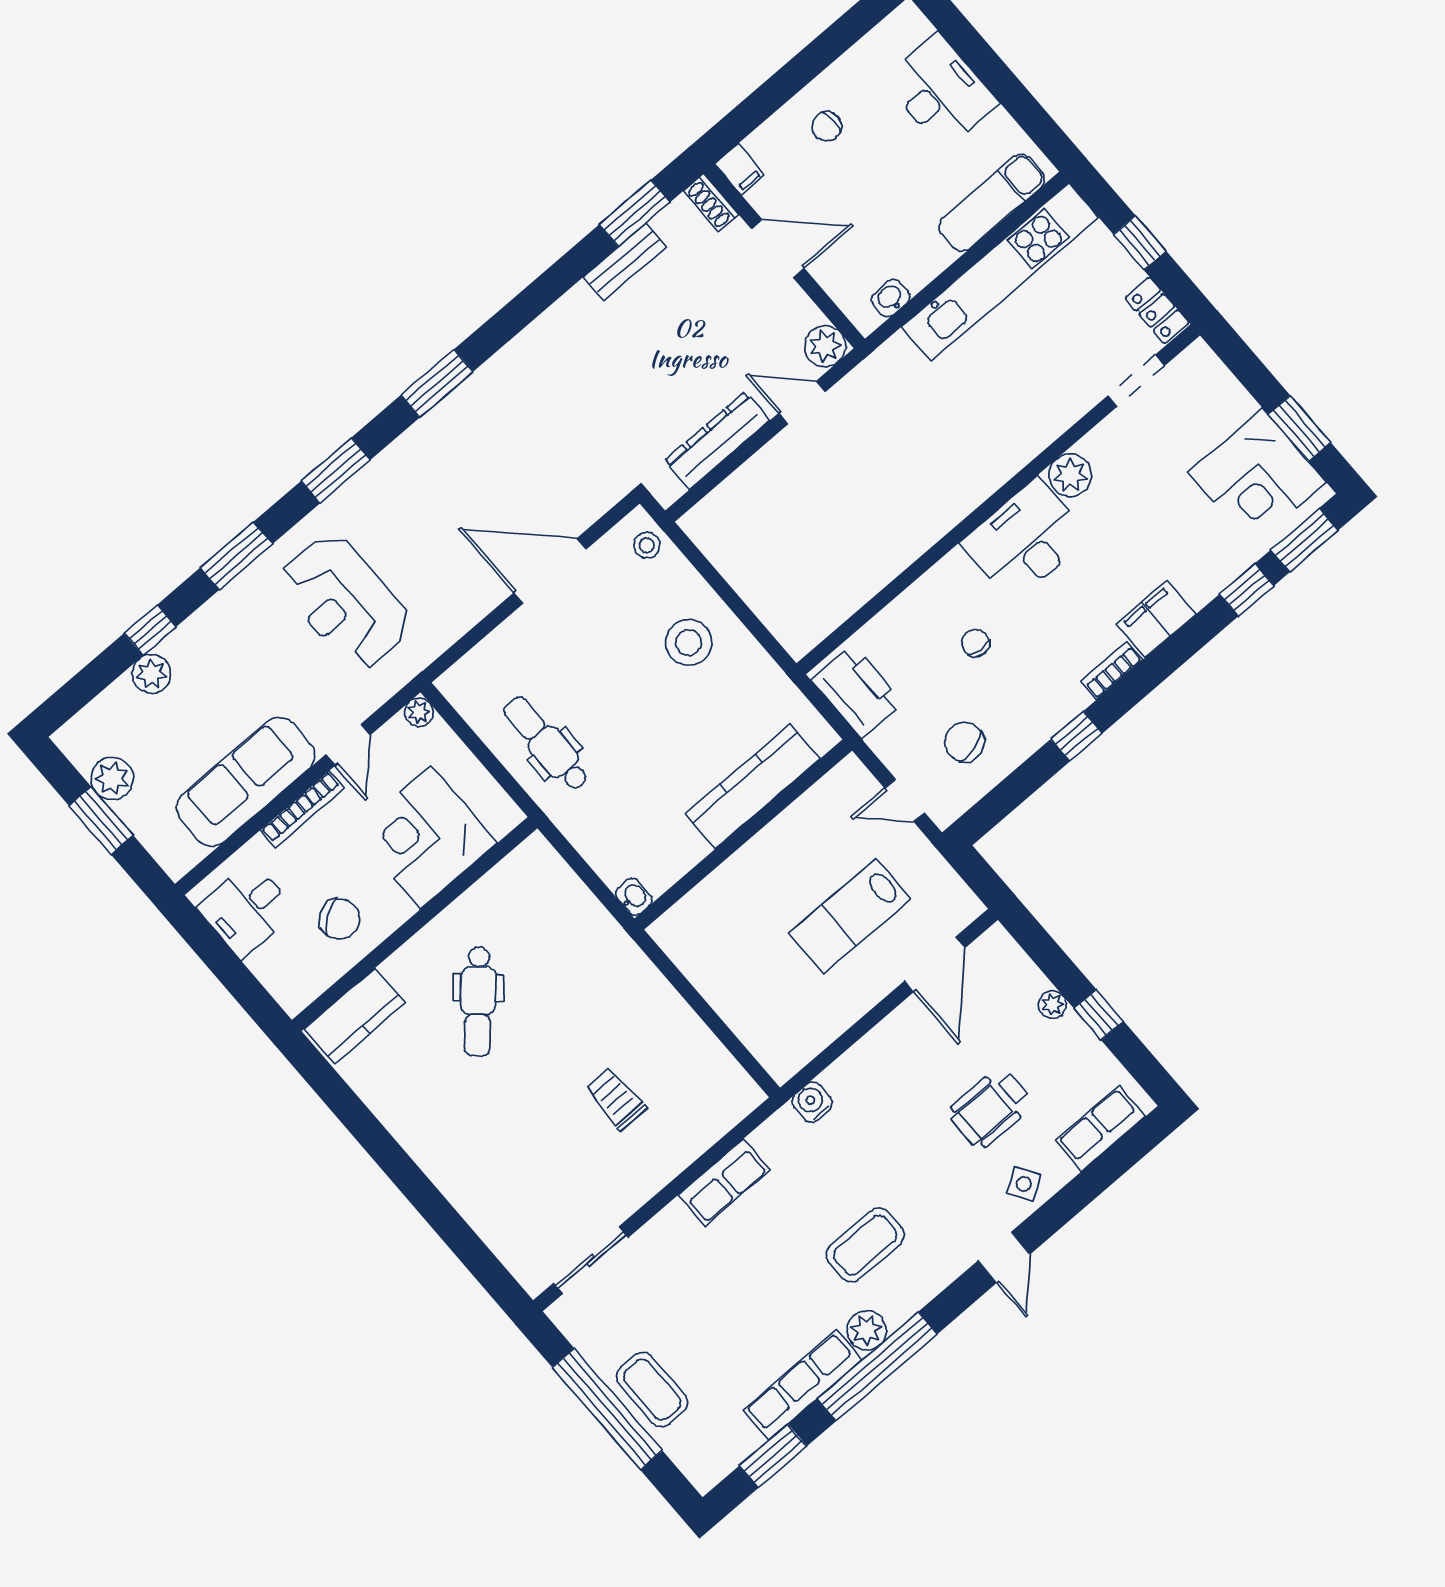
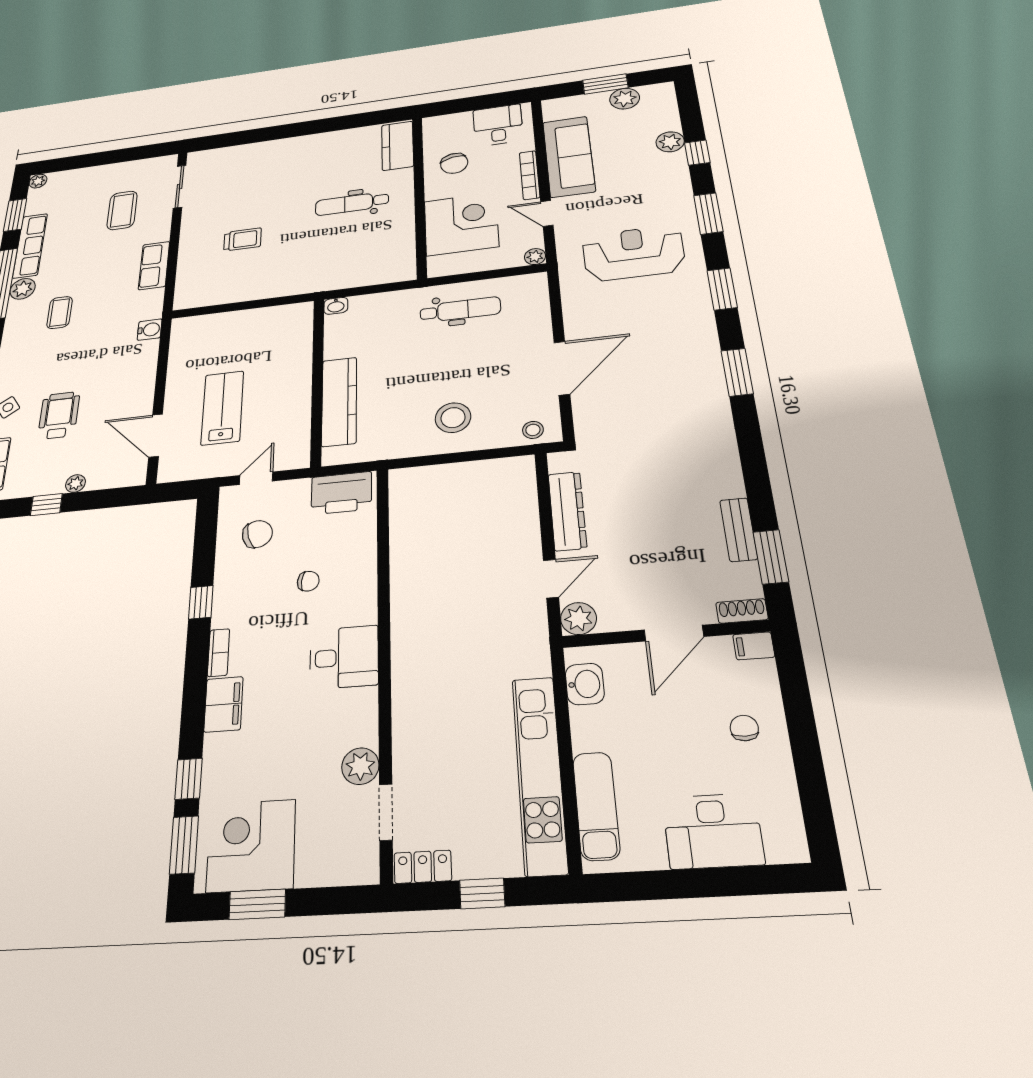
washbasin: (890, 298) -> (585, 684), width x1.38, depth x1.45
plant: (1070, 475) -> (360, 766), moved
desk: (1025, 540) -> (344, 657), width x0.73
chair: (340, 919) -> (454, 163), turned -69
dental chair: (478, 1001) -> (352, 204), turned -42
coffee table: (865, 1245) -> (60, 312), width x0.73, depth x0.77
coffee table: (652, 1389) -> (122, 210), moved, turned 90
window: (607, 1409) -> (109, 157), removed
plant: (704, 1477) -> (38, 181), added

